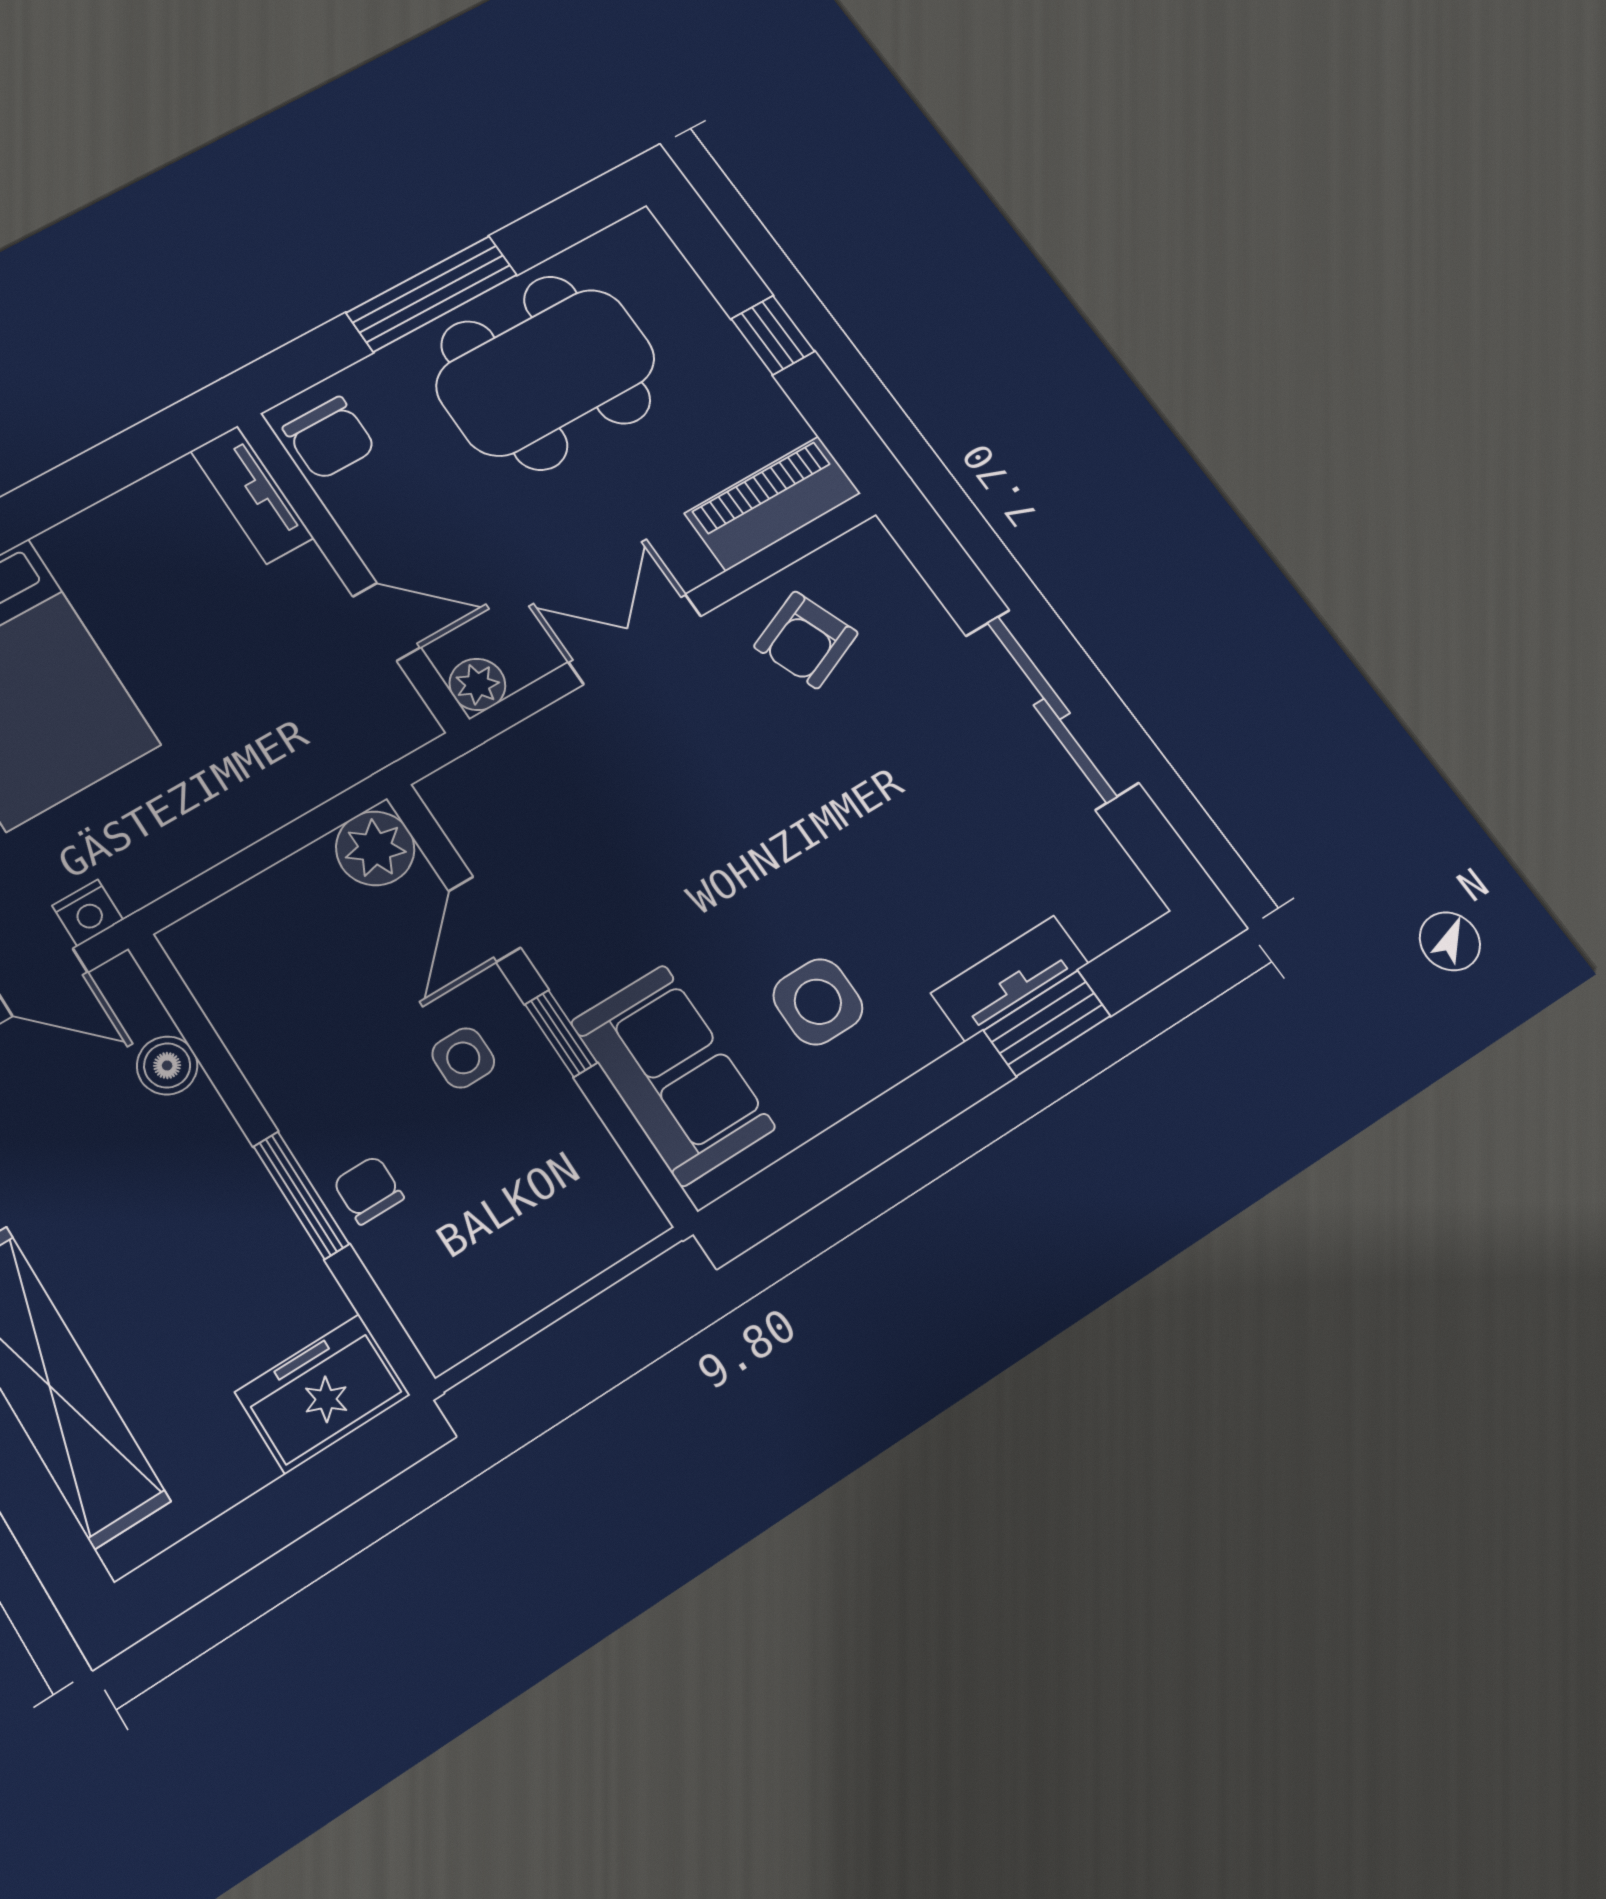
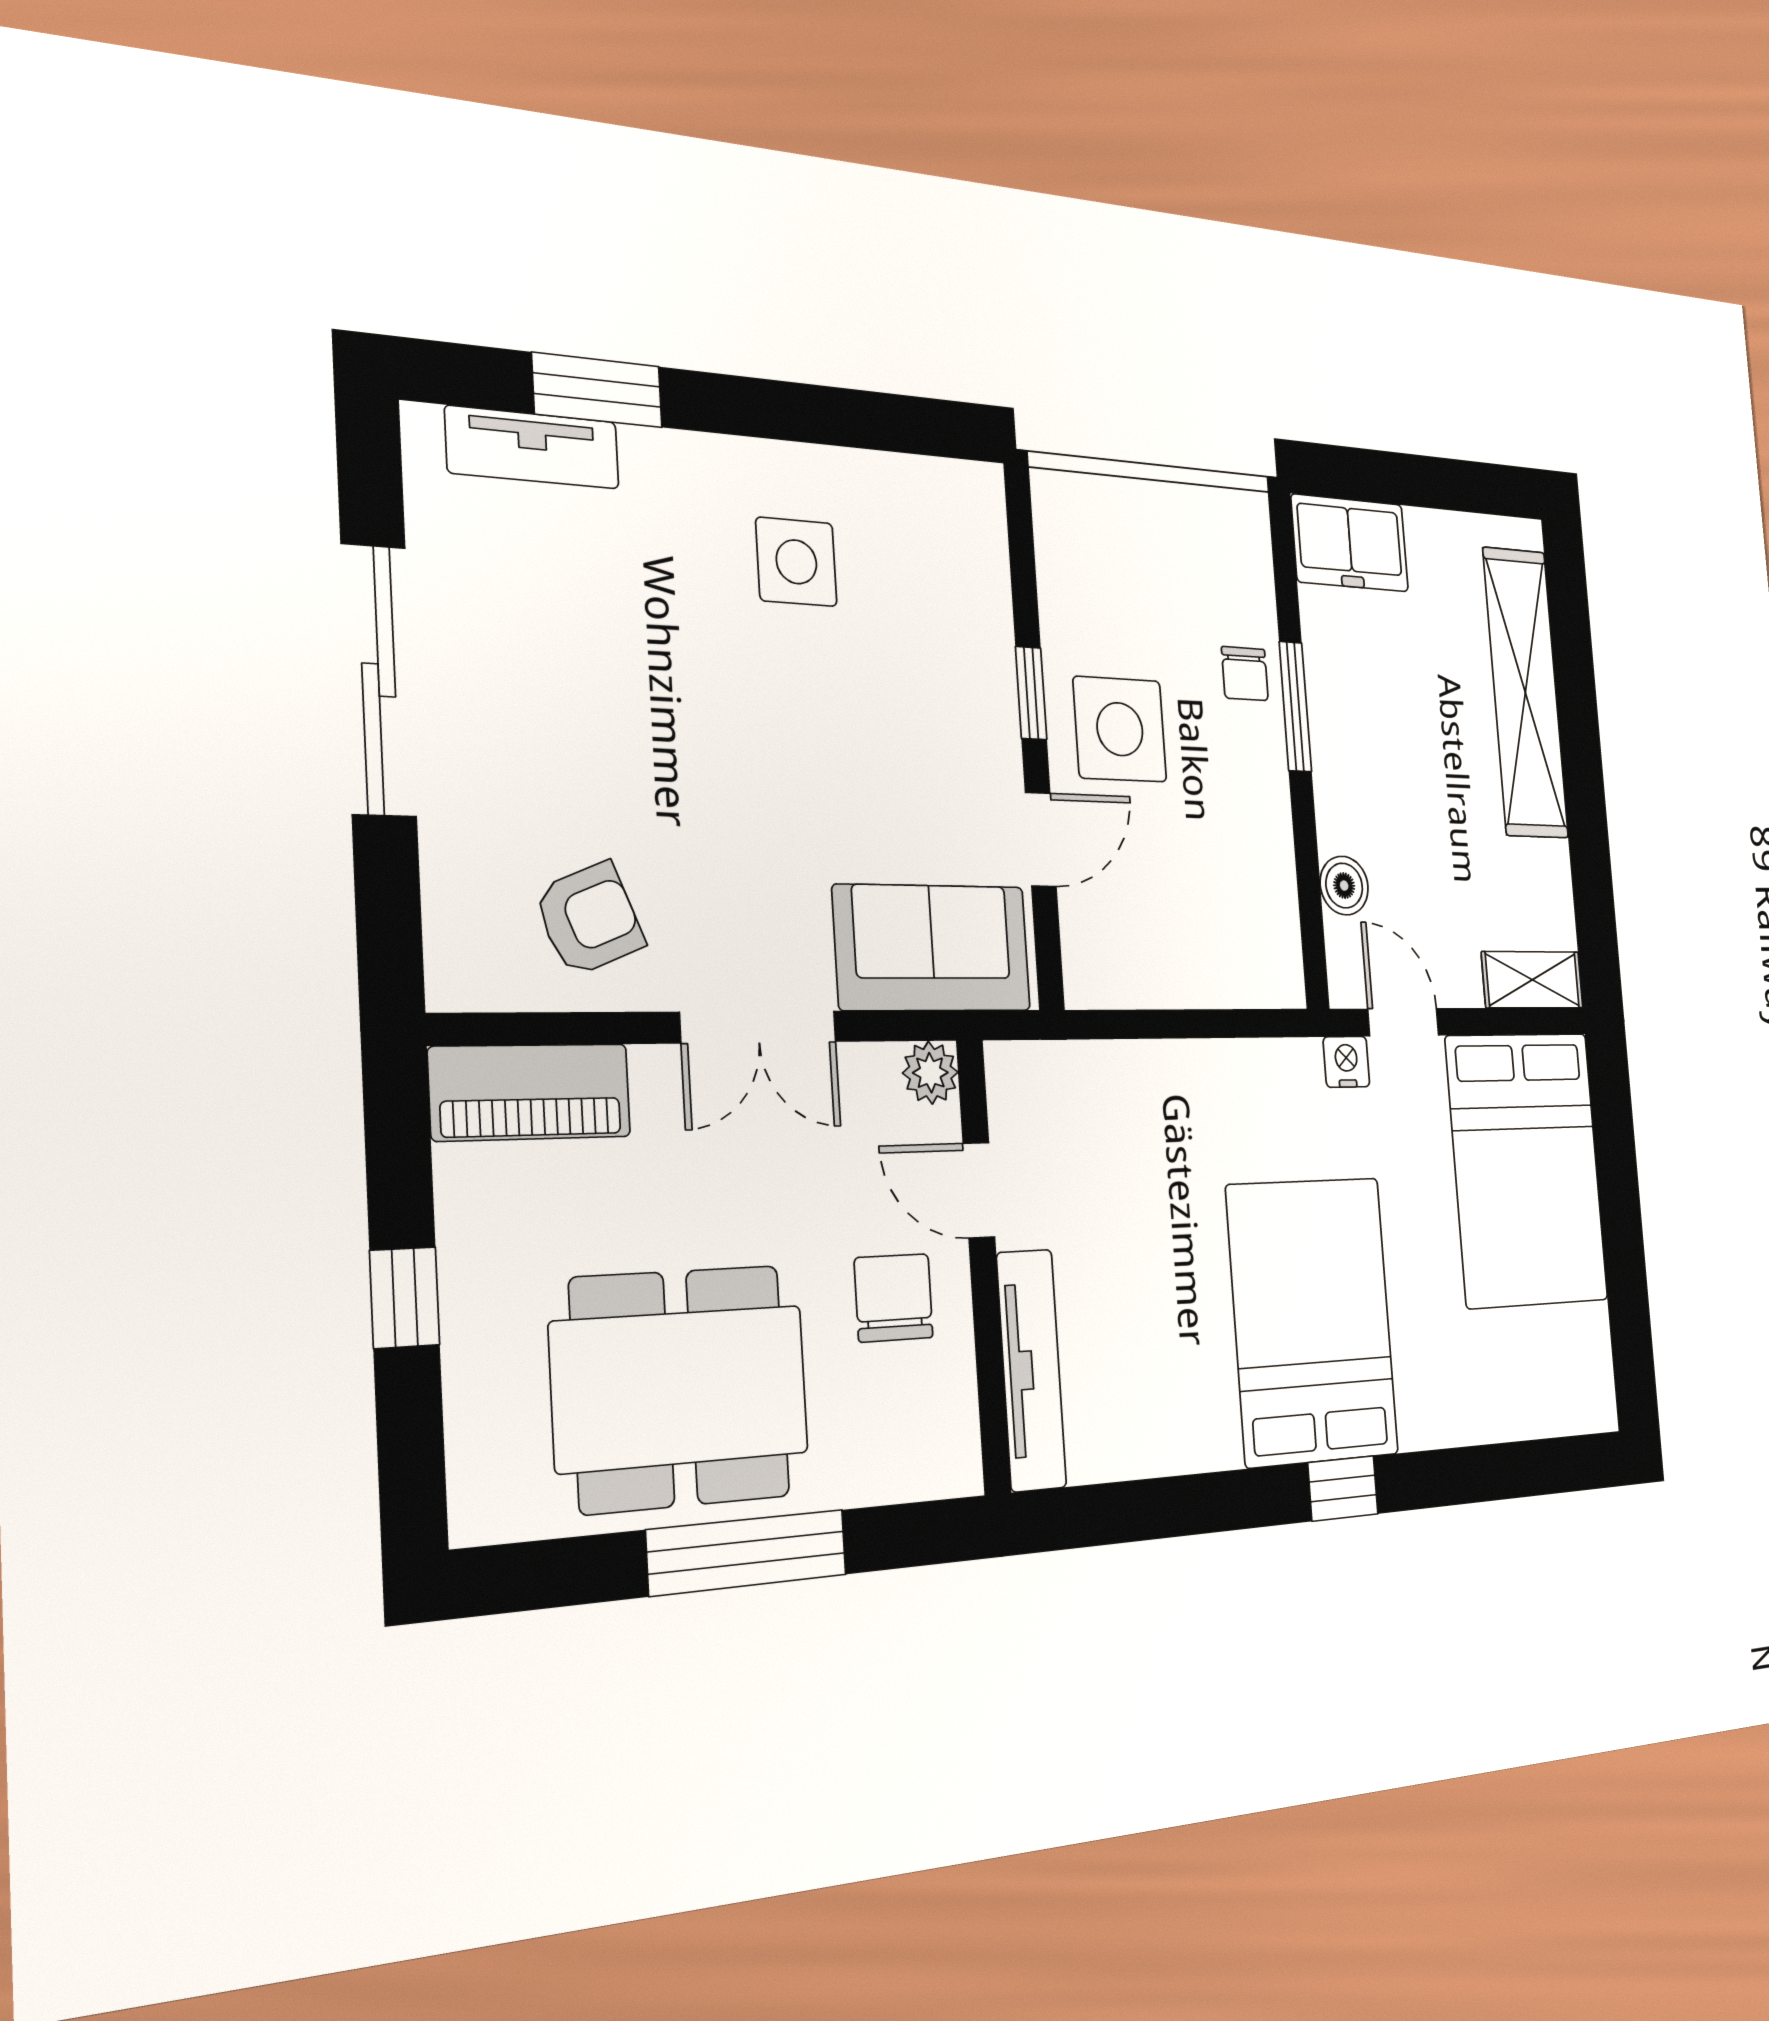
chair: (329, 438) -> (894, 1298), moved
tv unit: (252, 494) -> (1031, 1370), width x1.41
plant: (375, 848) -> (1098, 968), removed
tv unit: (1010, 978) -> (533, 447), moved
side table: (463, 1058) -> (1120, 729), width x1.87, depth x1.87
sofa: (673, 1075) -> (932, 948), moved, turned 90

